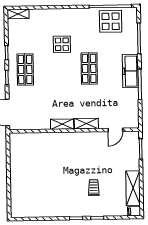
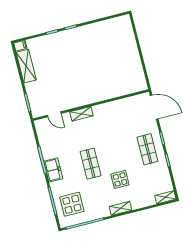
display table: (111, 21) -> (72, 204), moved
freezer: (130, 71) -> (53, 170), width x0.71
shelving: (62, 124) -> (120, 208), moved
door: (115, 130) -> (54, 114), swing flipped
trolley: (94, 188) -> (61, 58), removed

